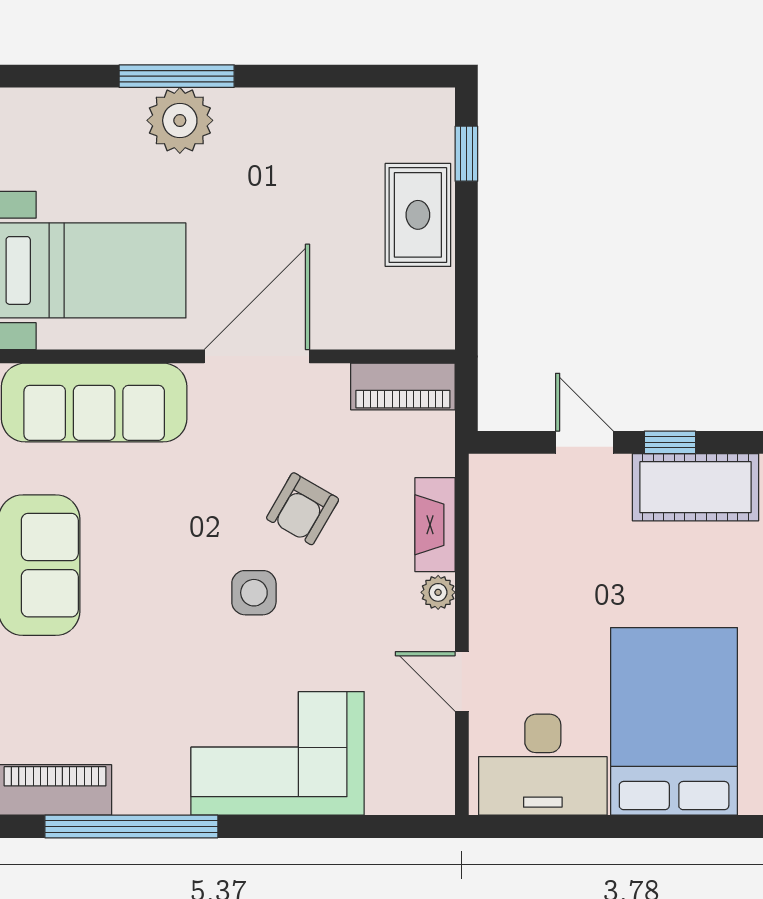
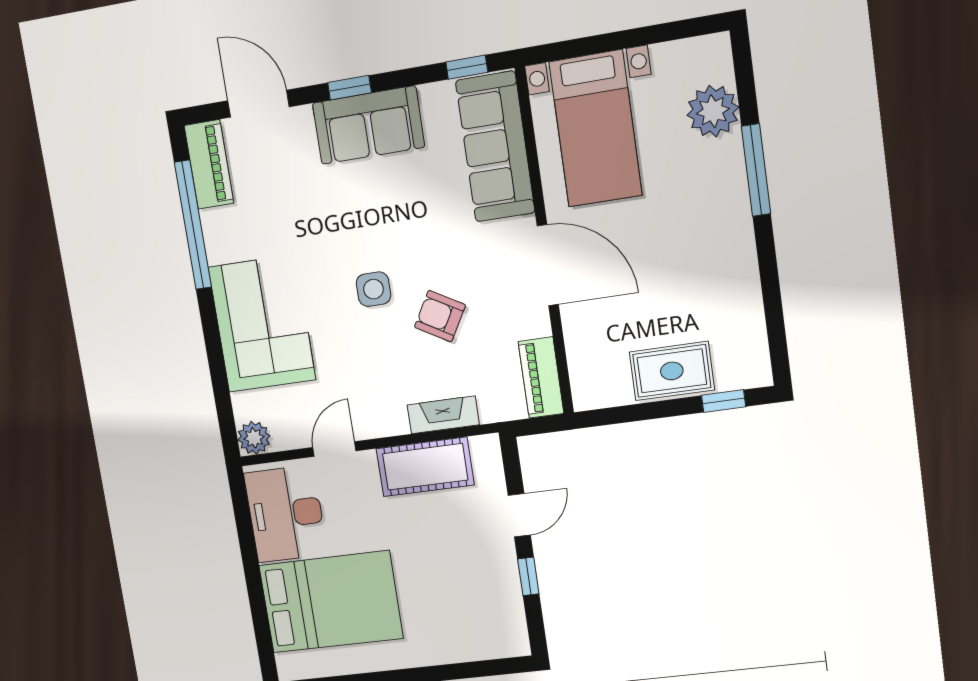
plant: (180, 120) -> (713, 111), moved
cot: (695, 487) -> (425, 467), moved, turned 90
plant: (438, 592) -> (254, 438), moved, width x1.38, depth x1.38

